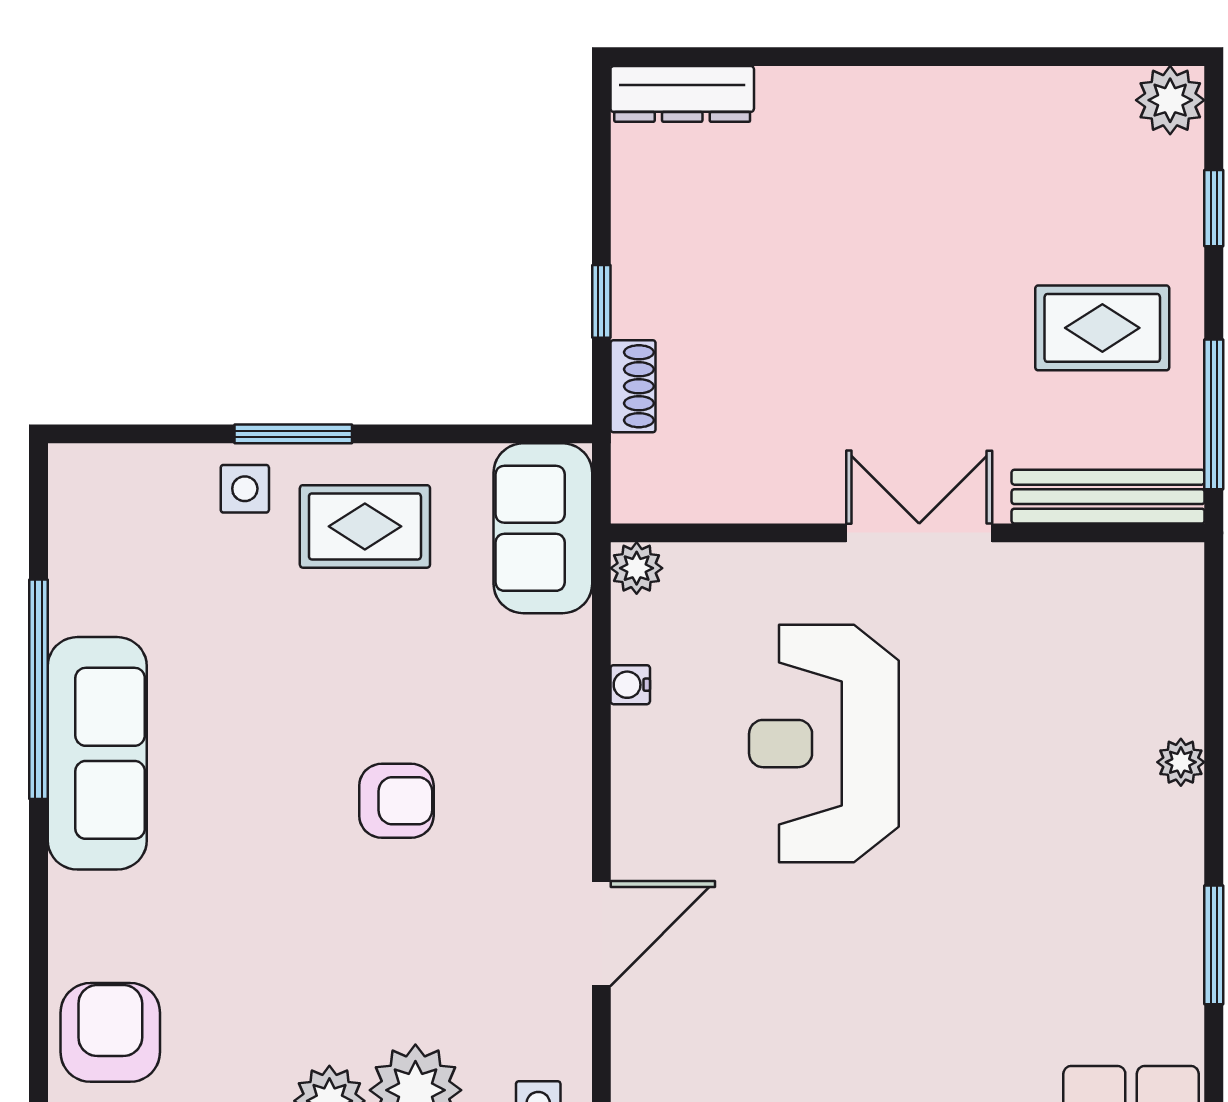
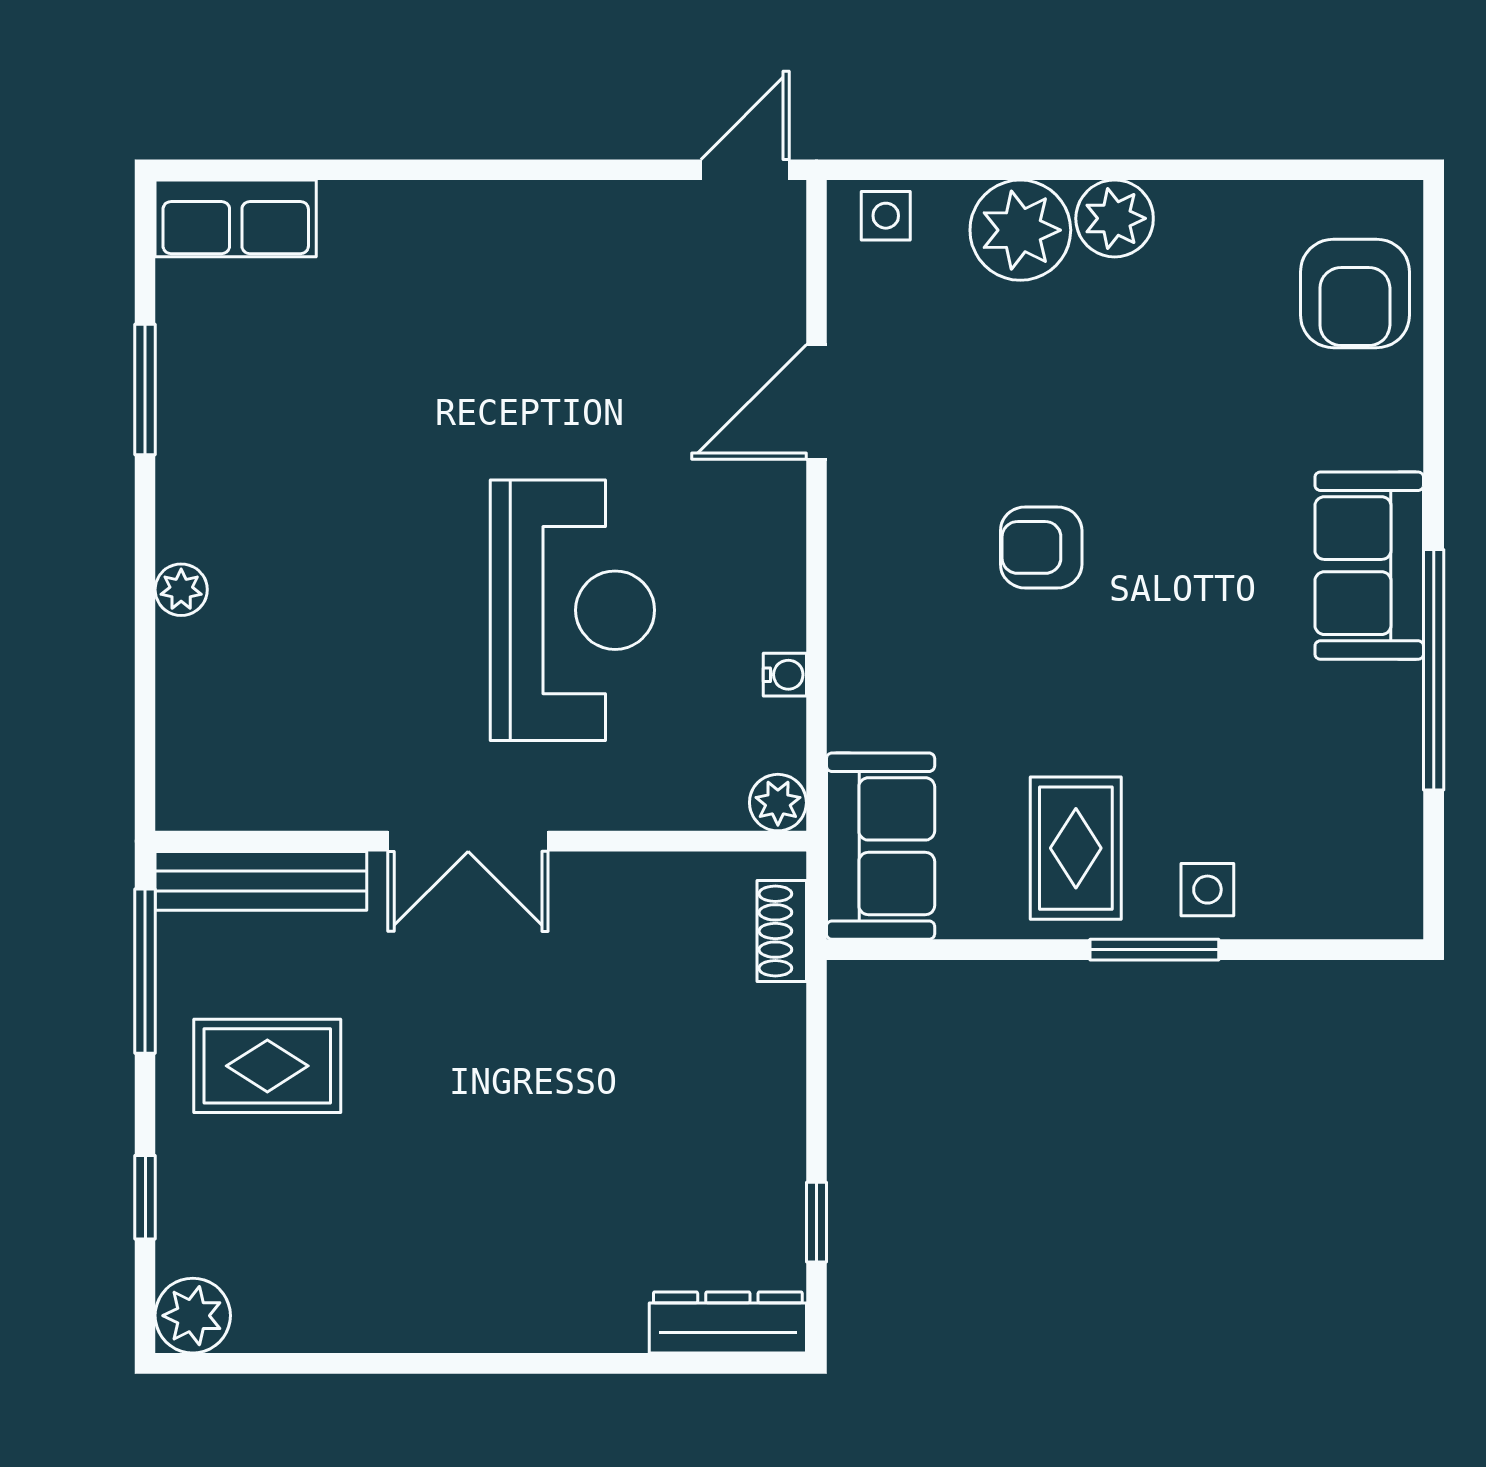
window: (601, 301) -> (816, 1222), moved
shoe rack: (633, 386) -> (782, 931), moved
rug: (365, 526) -> (1076, 848), turned 90
sofa: (97, 753) -> (1369, 566), width x0.73

